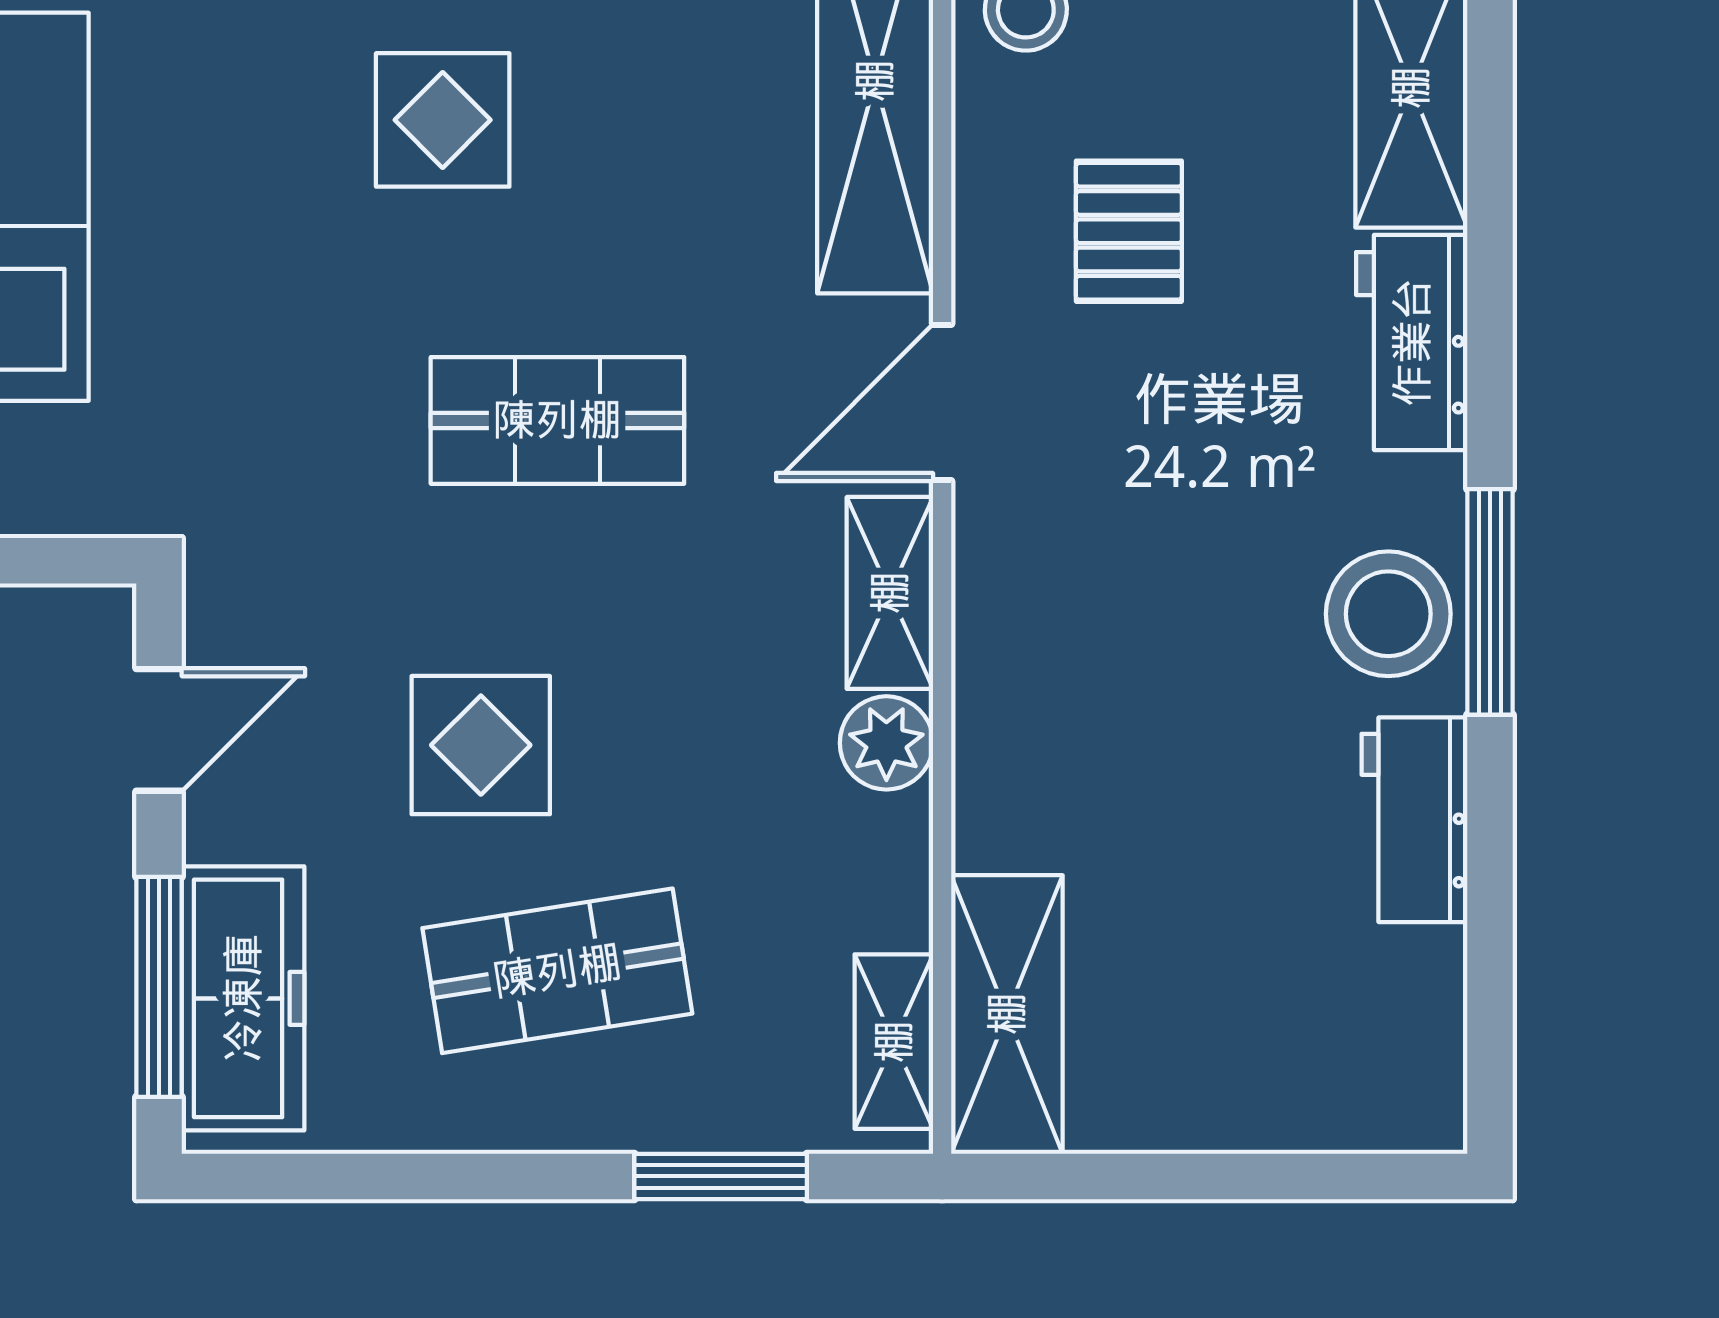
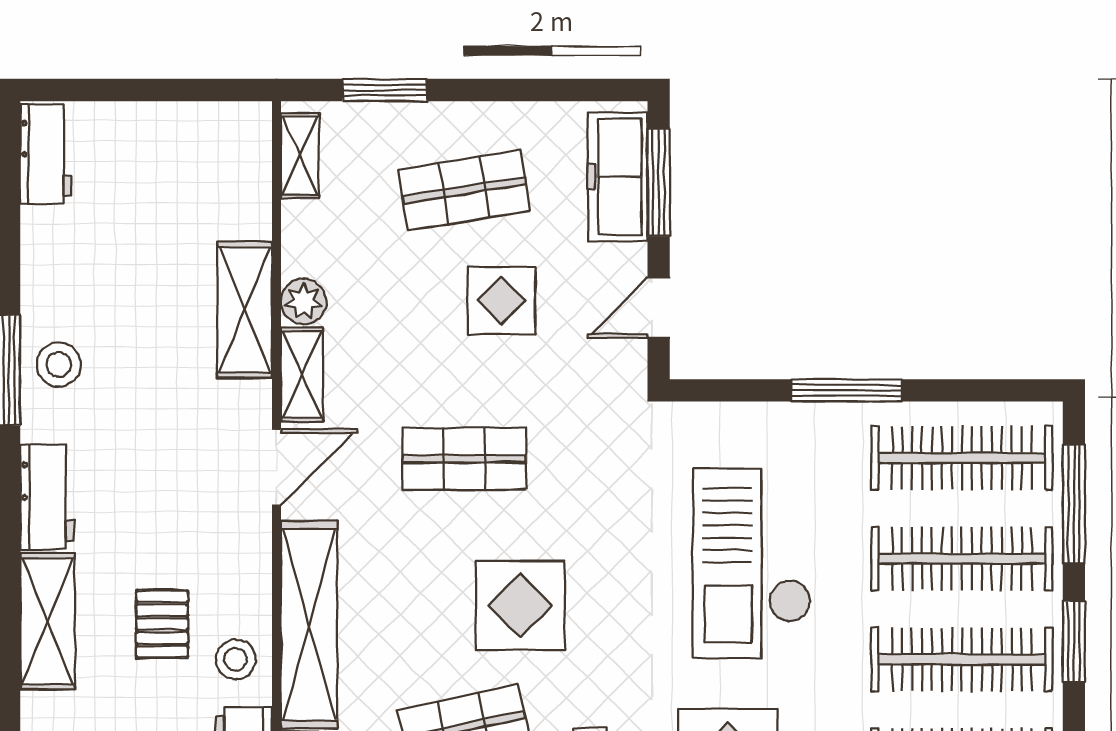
display table: (443, 120) -> (520, 605), width x1.36, depth x1.36
pallet: (1129, 231) -> (162, 624), moved
stool: (1388, 614) -> (59, 365), width x0.73, depth x0.73
workbench: (1414, 820) -> (46, 154), moved
shelving: (1007, 1014) -> (245, 310), moved

